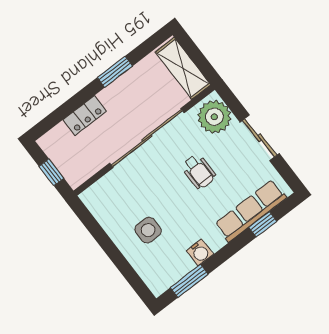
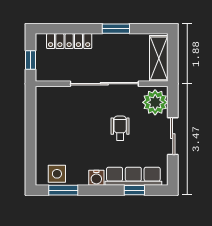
locker: (85, 116) -> (69, 41), width x1.53
wheelchair: (199, 171) -> (120, 128), turned 180
side table: (148, 230) -> (57, 174), moved
water cooler: (200, 252) -> (96, 178), moved

